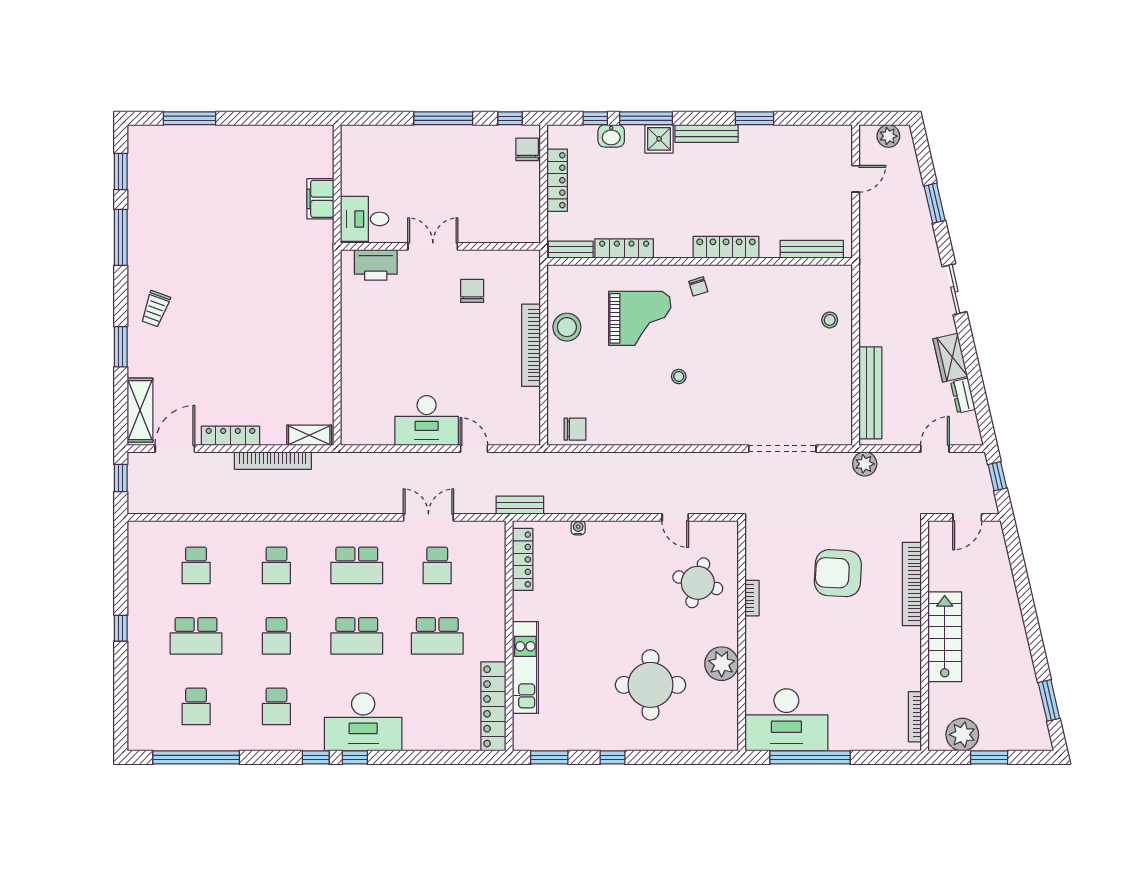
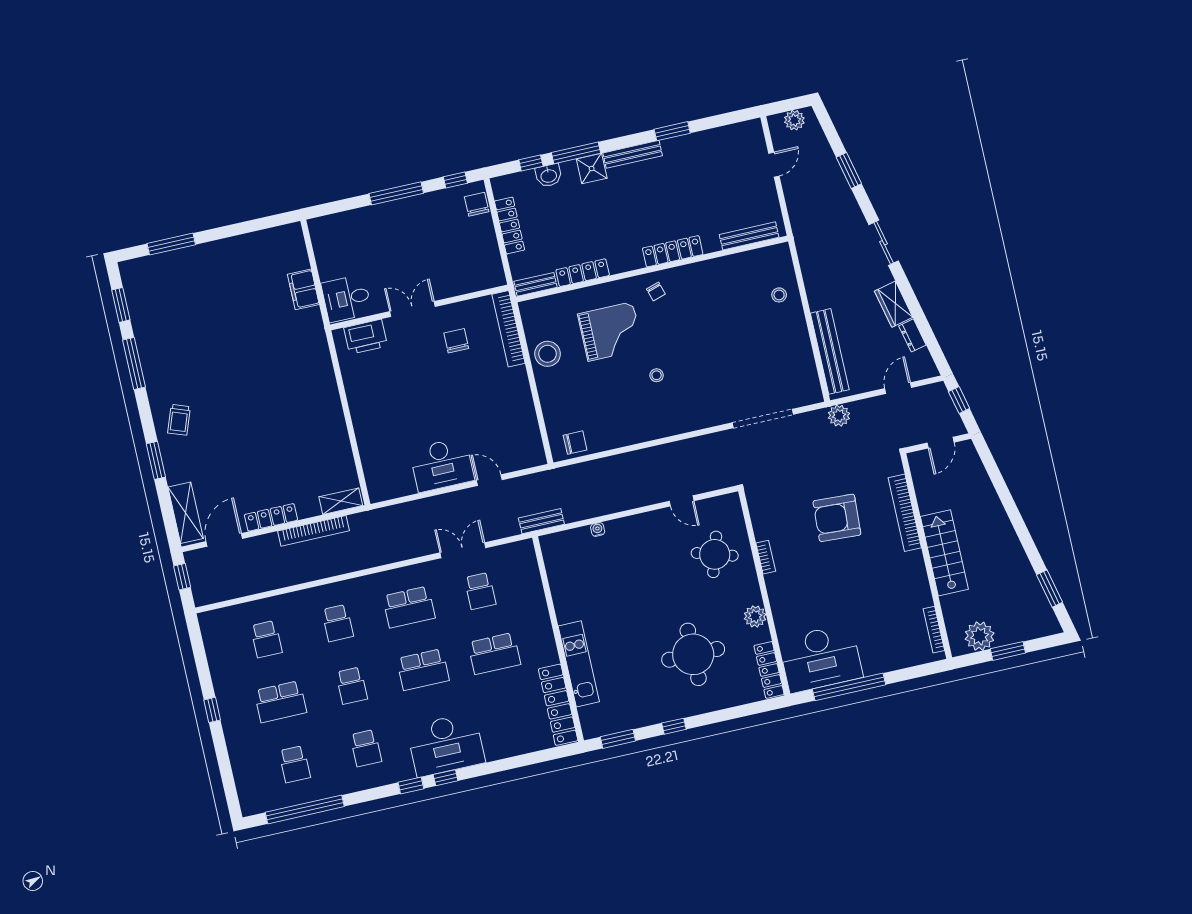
bookcase: (531, 345) -> (509, 329), moved
locker: (523, 559) -> (769, 670), moved, turned 180
plant: (722, 664) -> (755, 616), width x0.73, depth x0.73

